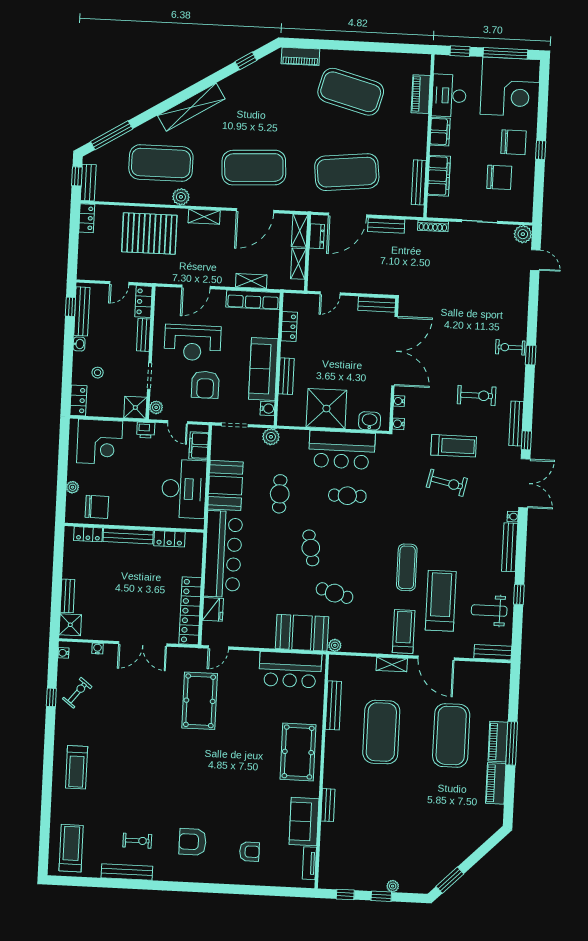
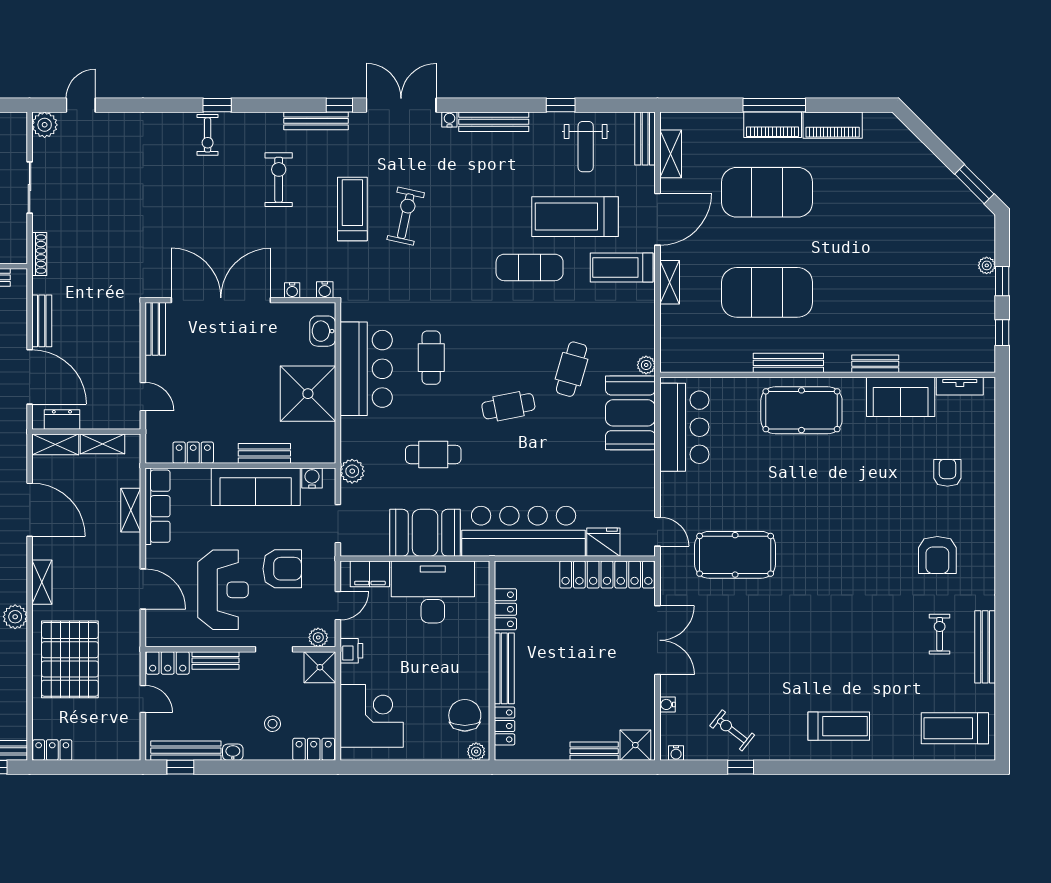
plant: (72, 487) -> (476, 752), moved
shelving: (481, 670) -> (671, 154), added
bench: (333, 705) -> (788, 363), moved

